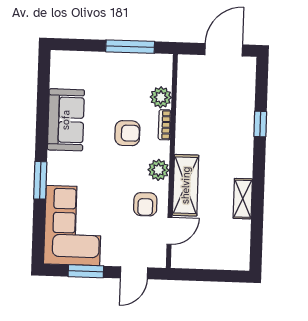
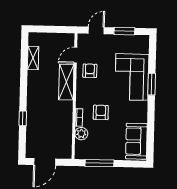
sofa: (66, 120) -> (136, 141), moved
armchair: (127, 133) -> (101, 112), turned 90
plant: (158, 170) -> (82, 91), removed
shelving: (243, 199) -> (33, 58), moved
corner sofa: (73, 225) -> (132, 77), moved

